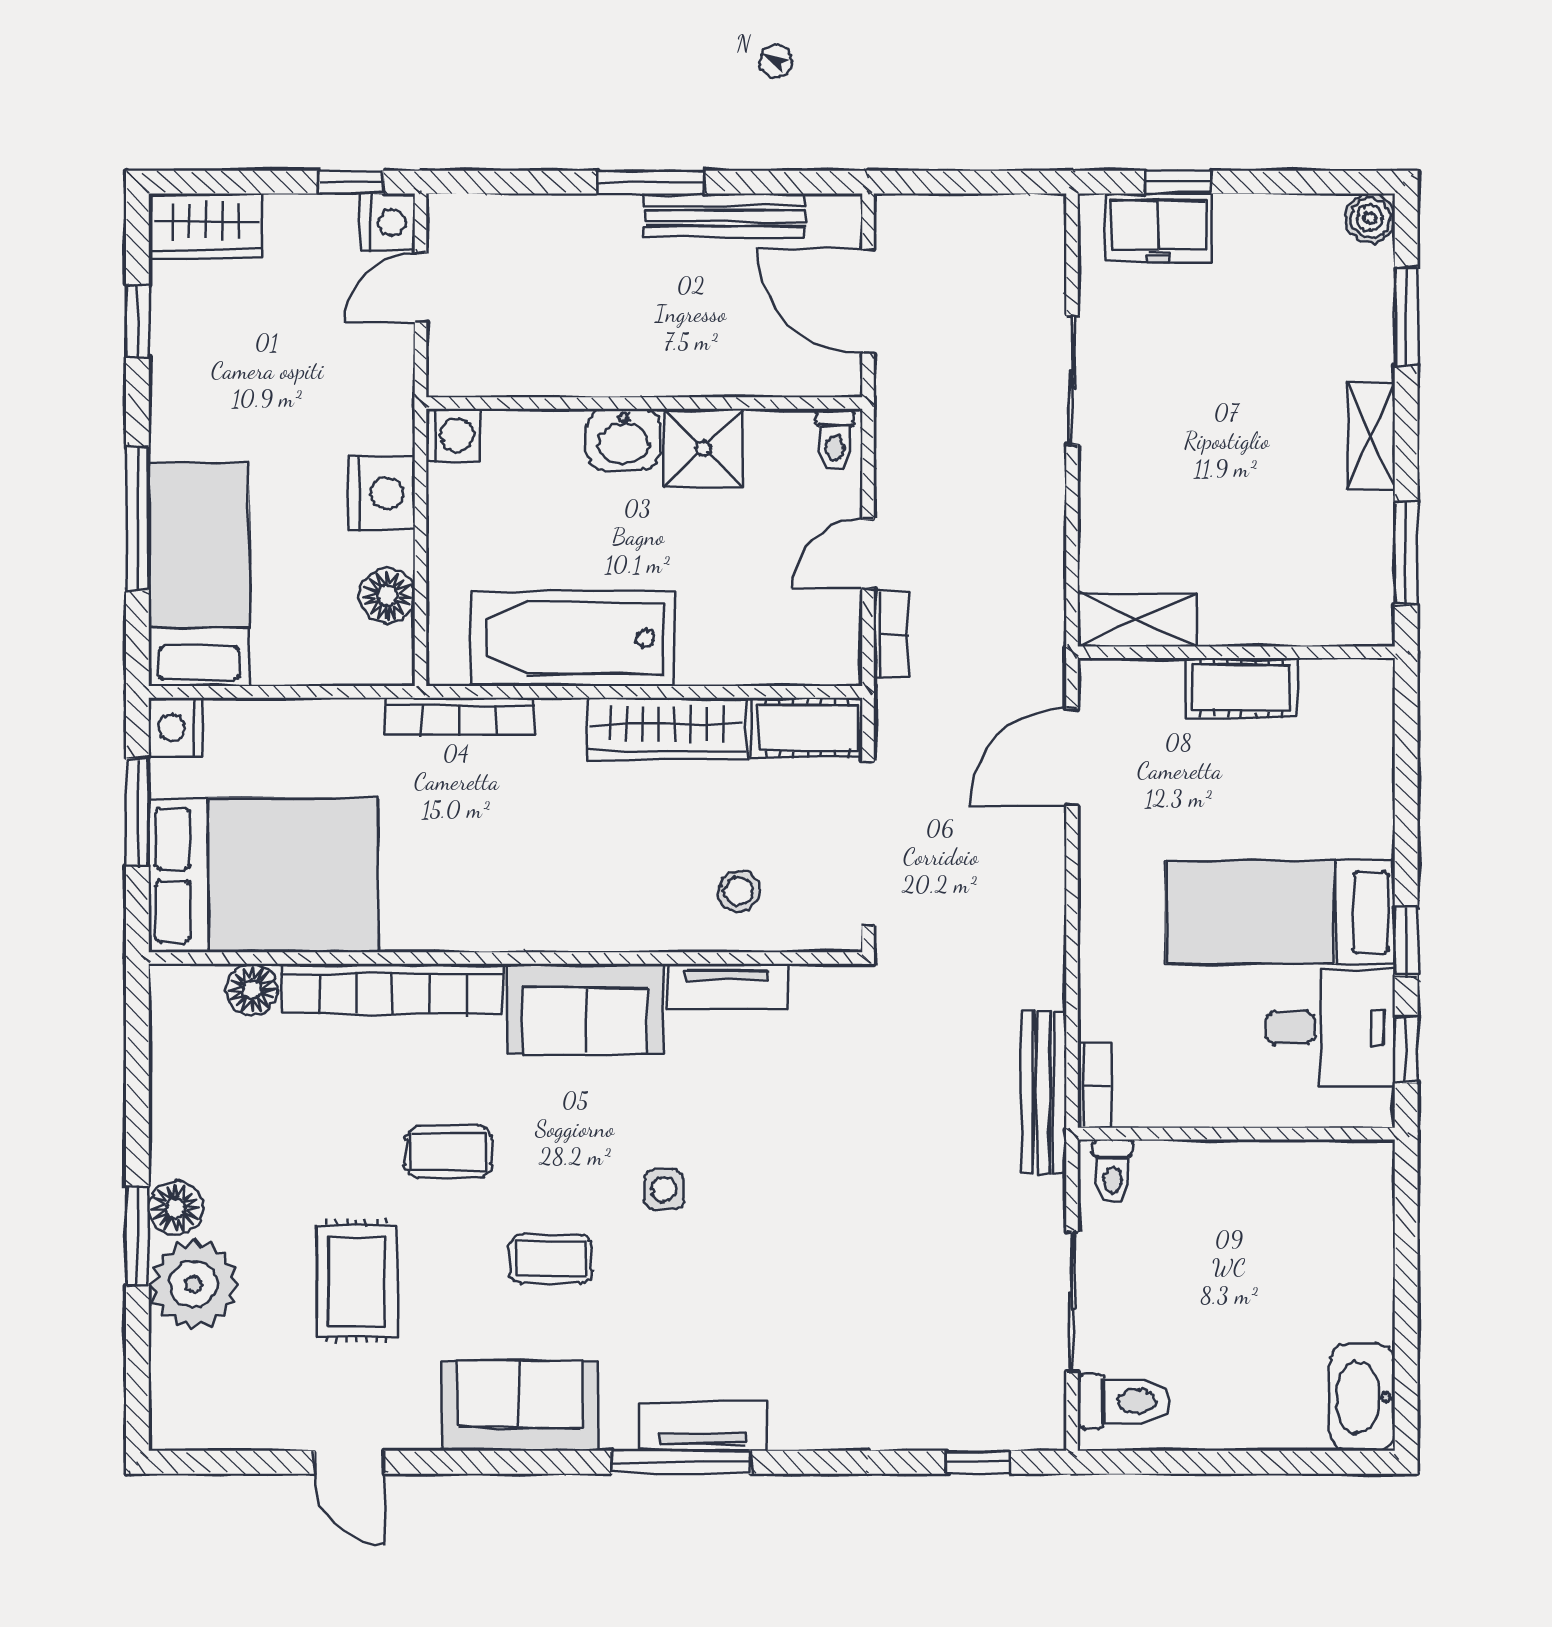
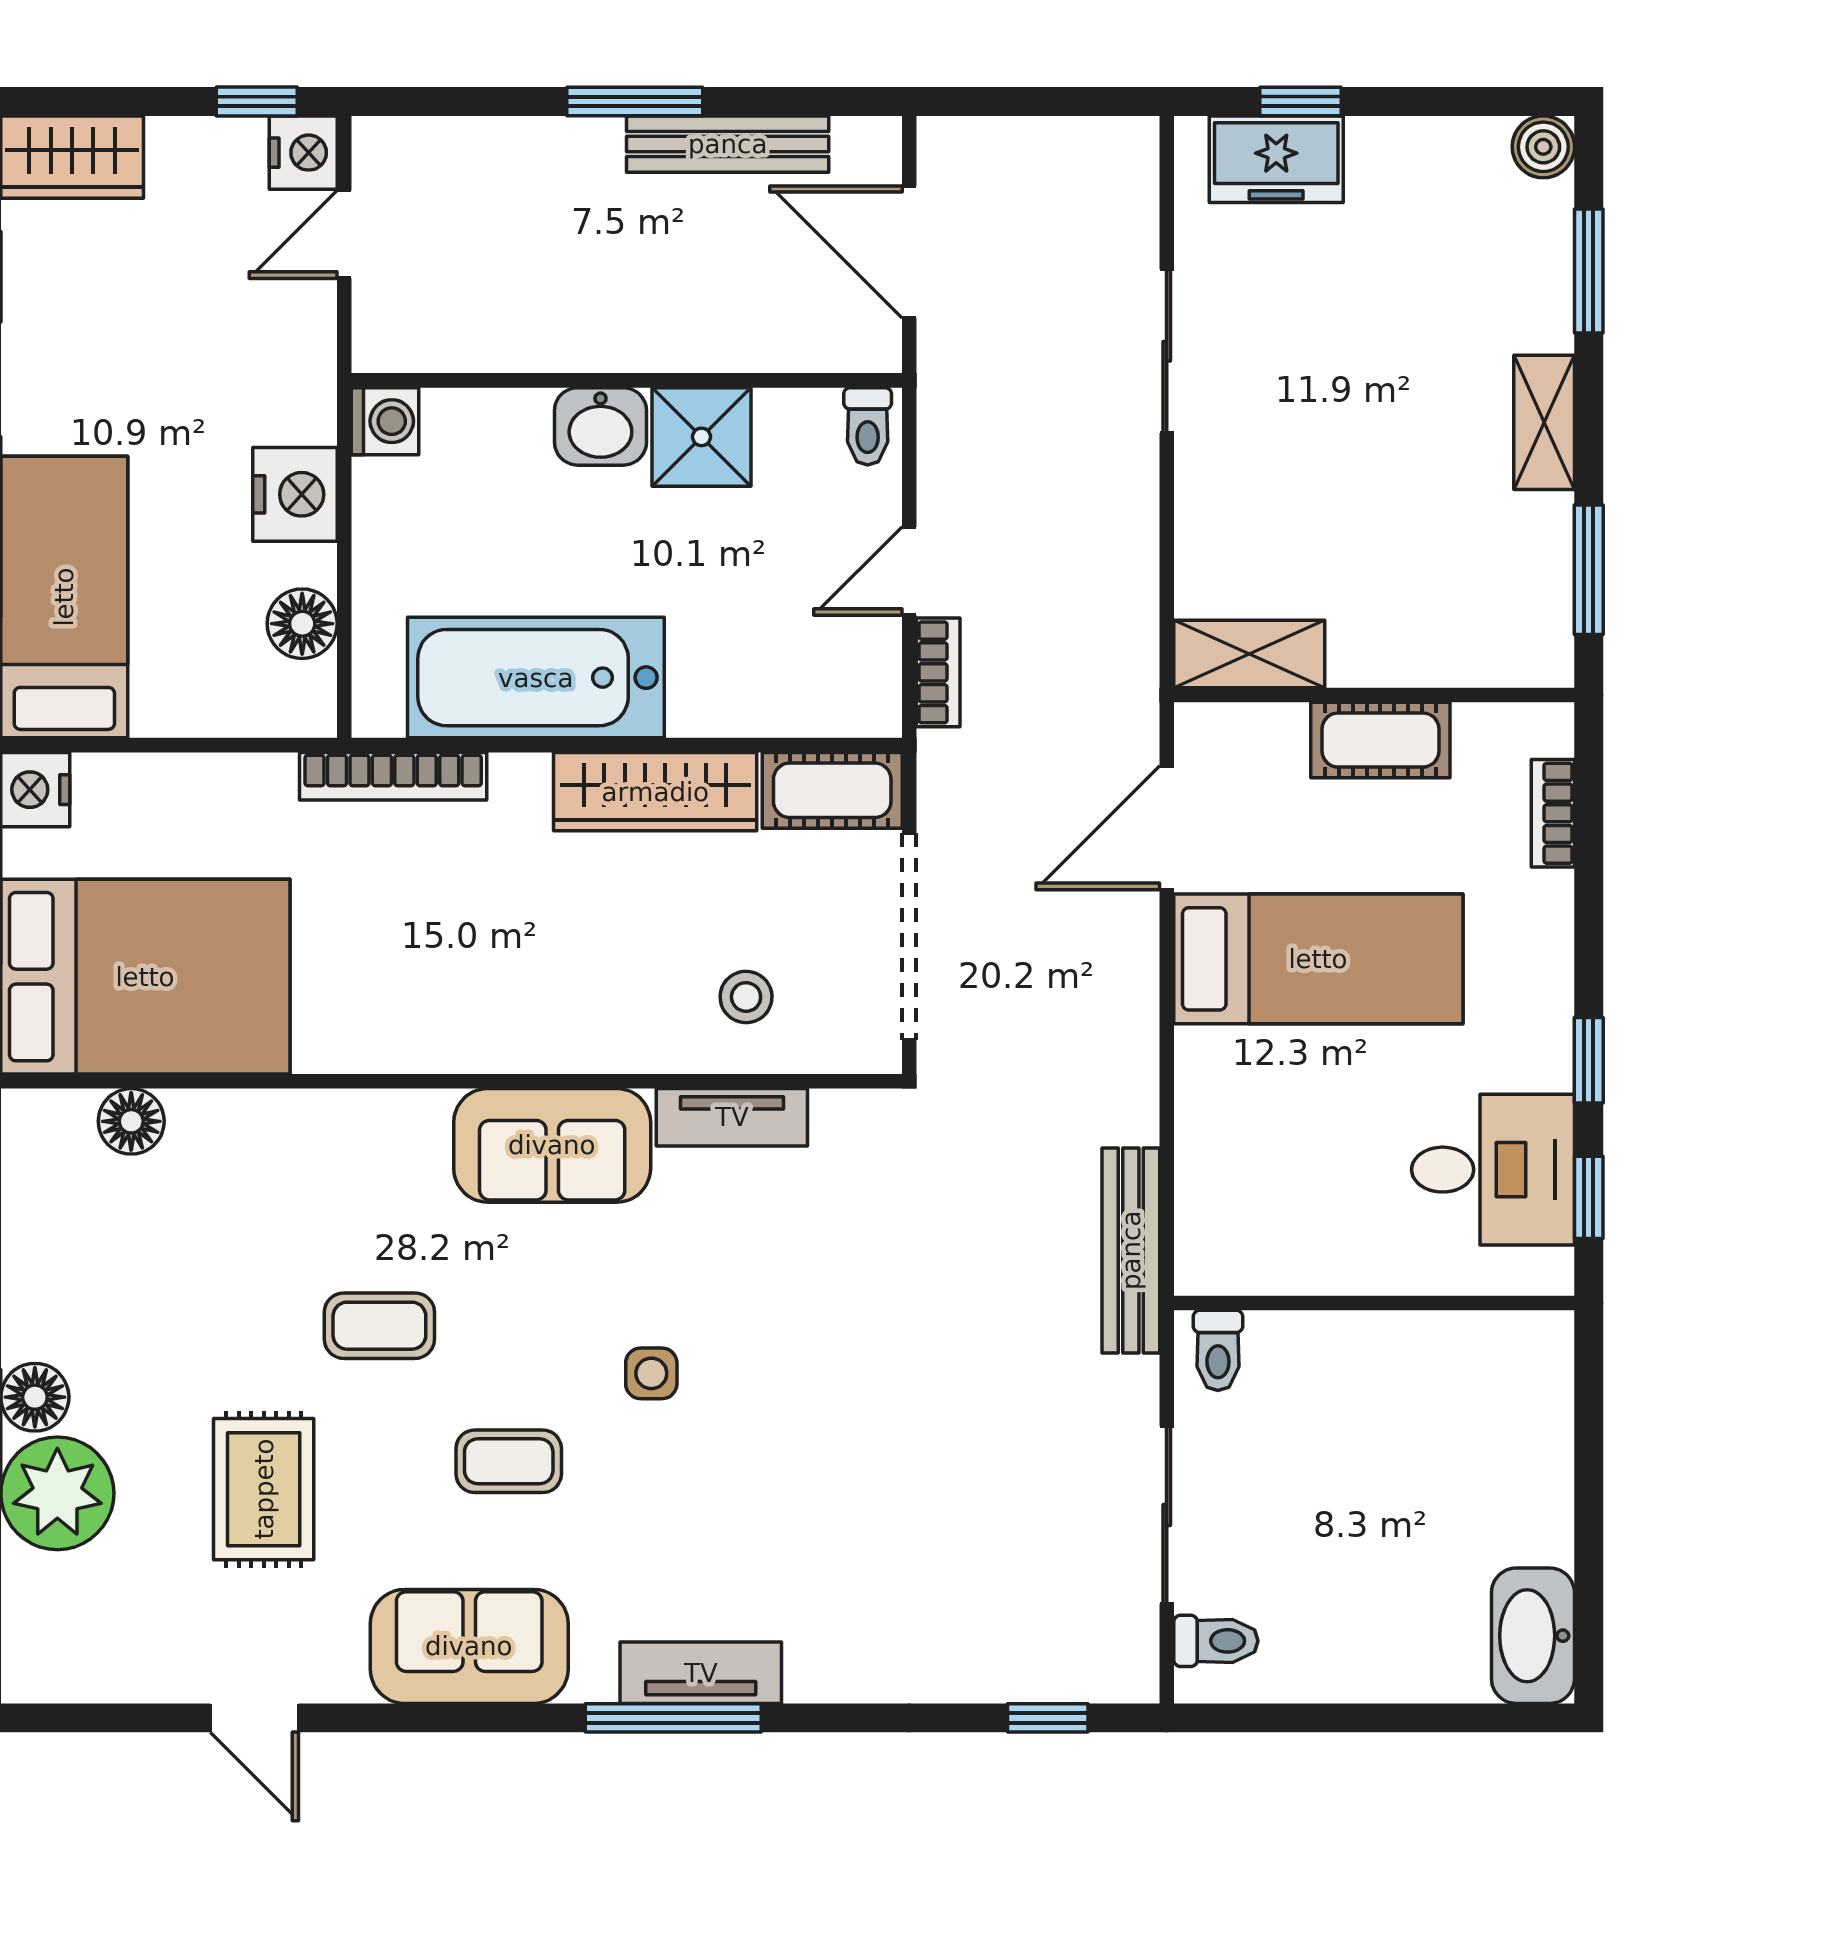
bed: (1280, 912) -> (1318, 959), moved, turned 180
bookcase: (393, 989) -> (309, 1120), removed
bookcase: (1095, 1085) -> (1553, 813), moved, turned 180
toilet: (1124, 1401) -> (1216, 1641), width x0.73, depth x0.72

